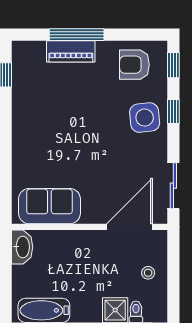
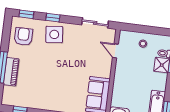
armchair: (134, 65) -> (23, 36), turned 180
door: (130, 227) -> (115, 51), width x0.53

